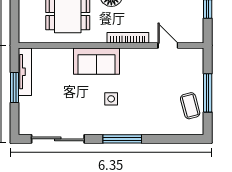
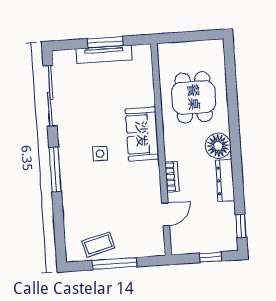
bookcase: (128, 38) -> (172, 177), width x0.64
tv unit: (25, 72) -> (104, 54), moved

